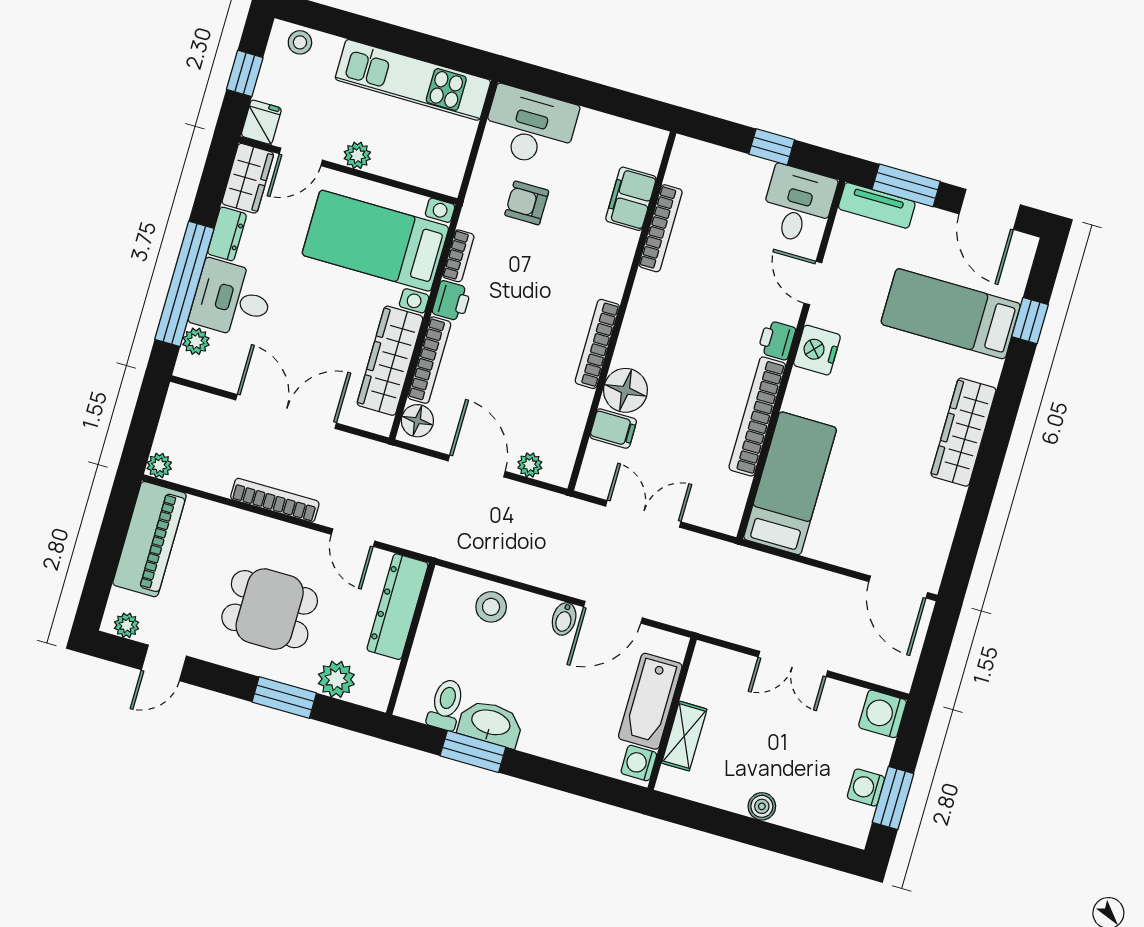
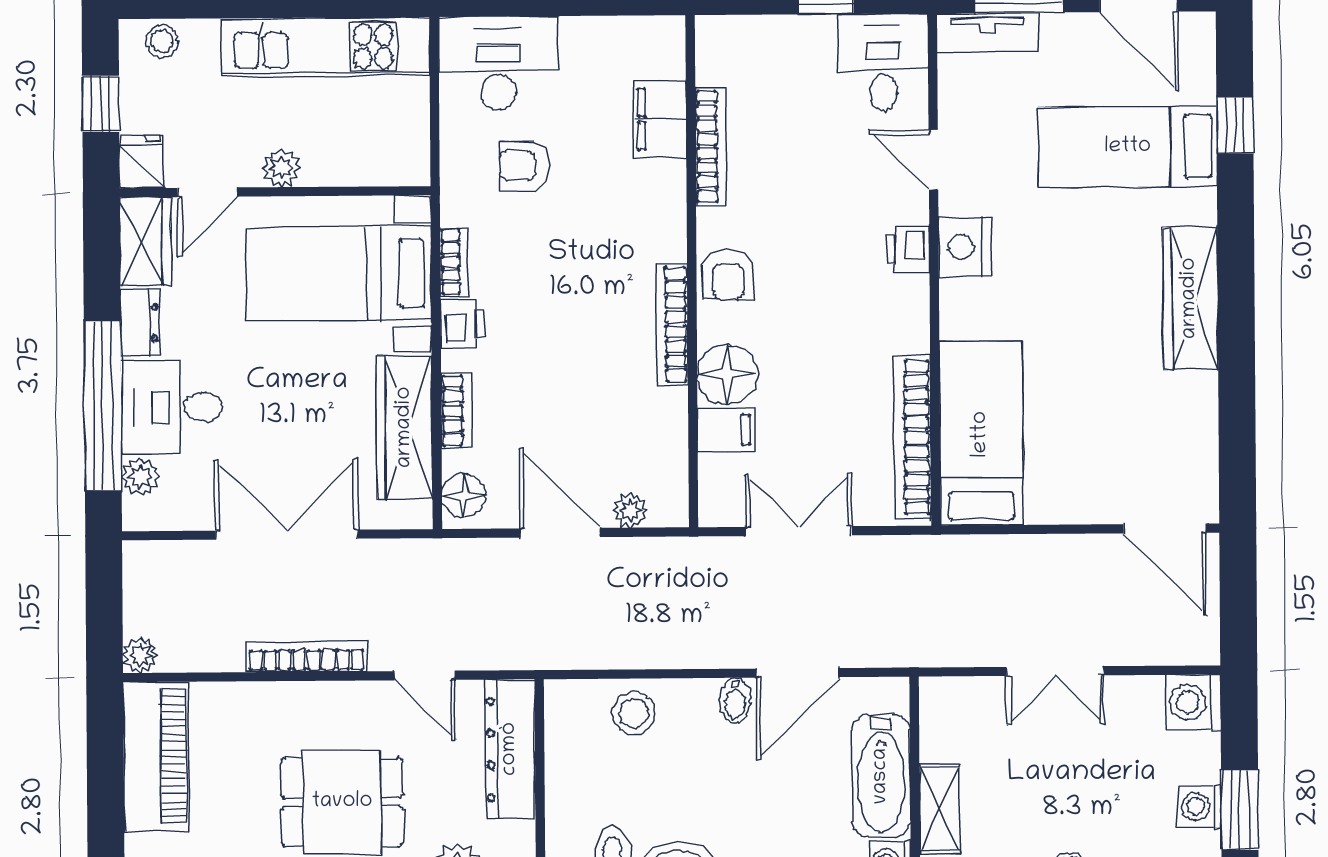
armchair: (647, 321) -> (728, 274), added
bookcase: (429, 360) -> (456, 411), width x0.64
bookcase: (757, 416) -> (912, 438), moved

